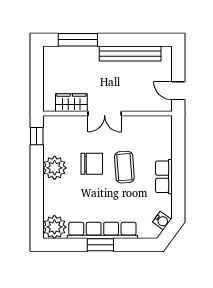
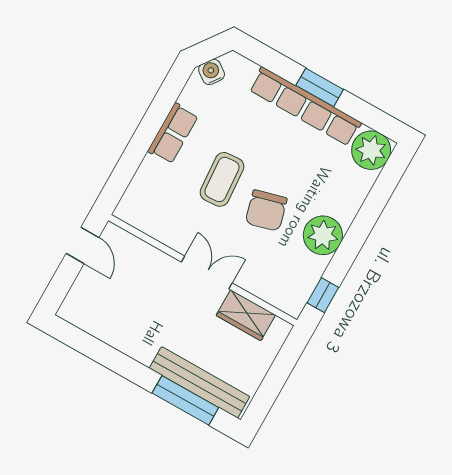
bench: (130, 53) -> (200, 382), moved
chair: (92, 164) -> (266, 211), turned -105

